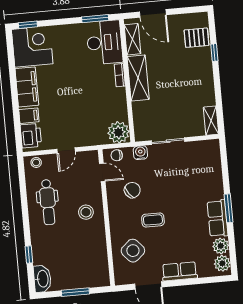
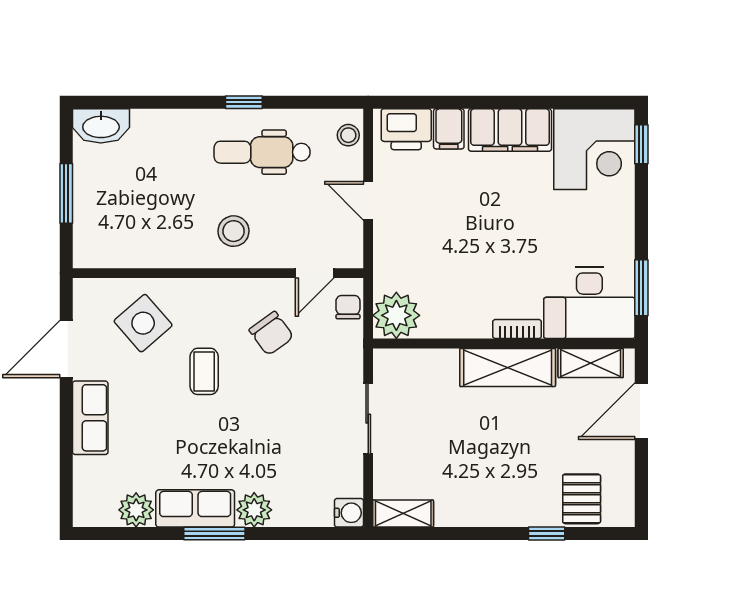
water cooler: (140, 153) -> (349, 513), moved
window: (29, 255) -> (244, 102), moved
plant: (222, 263) -> (254, 510), moved

